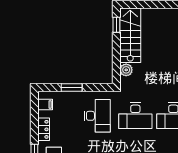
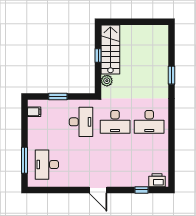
window: (116, 25) -> (98, 56), moved
locker: (44, 129) -> (33, 134), removed

